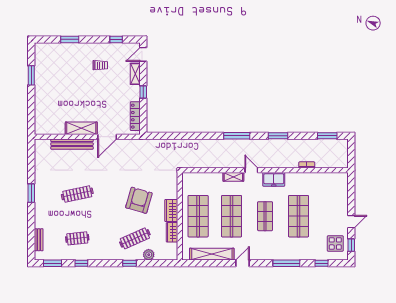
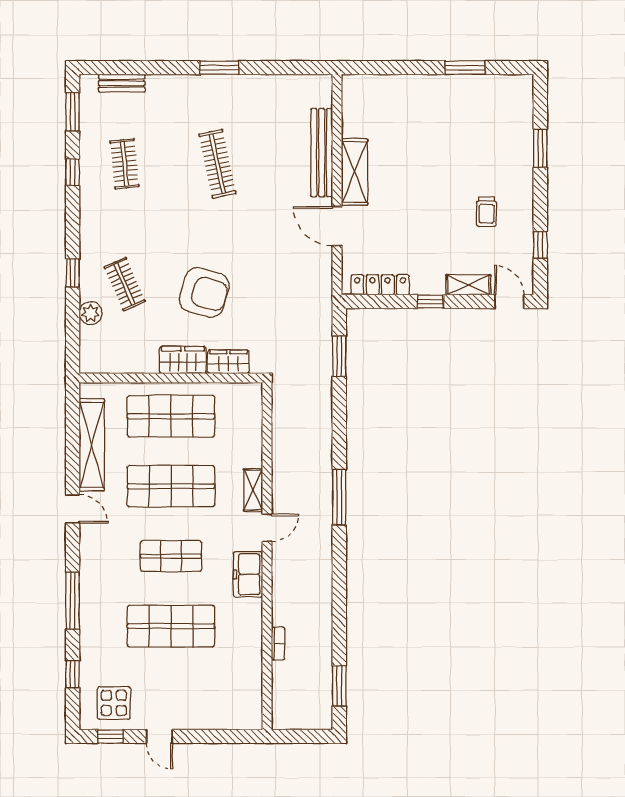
window: (278, 136) -> (339, 356), moved
wardrobe: (172, 232) -> (228, 362), moved
clothes rail: (135, 238) -> (125, 284), width x0.73

